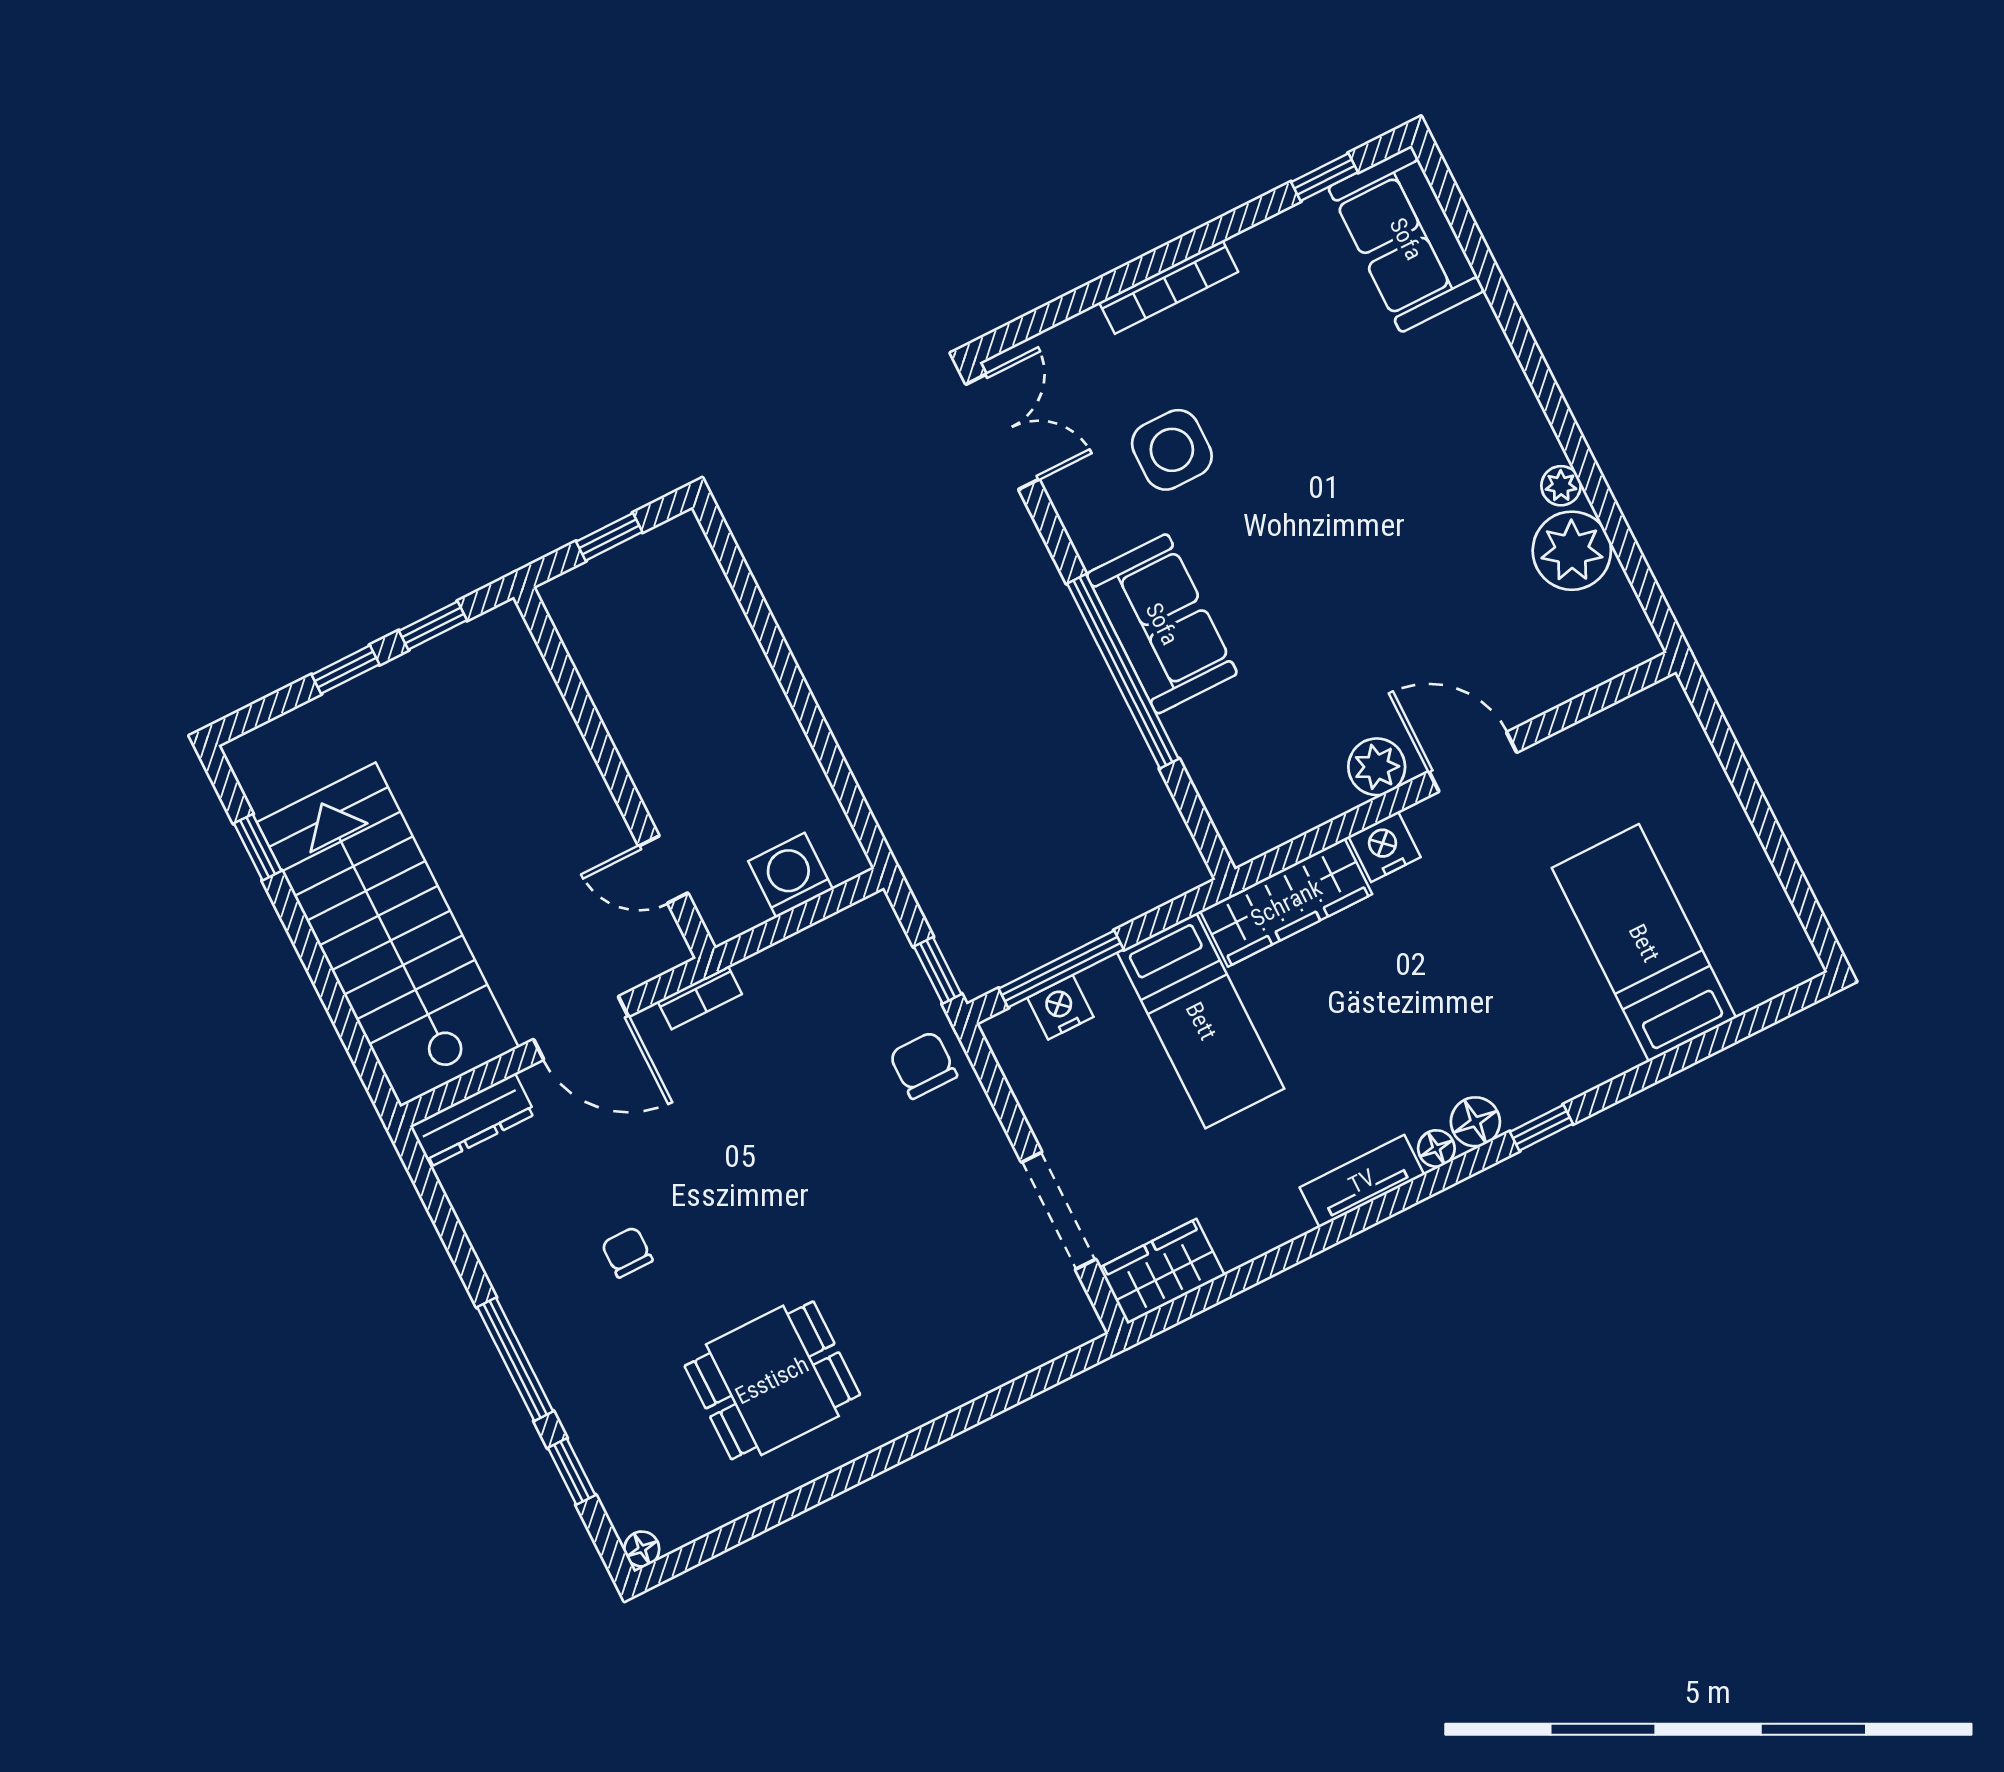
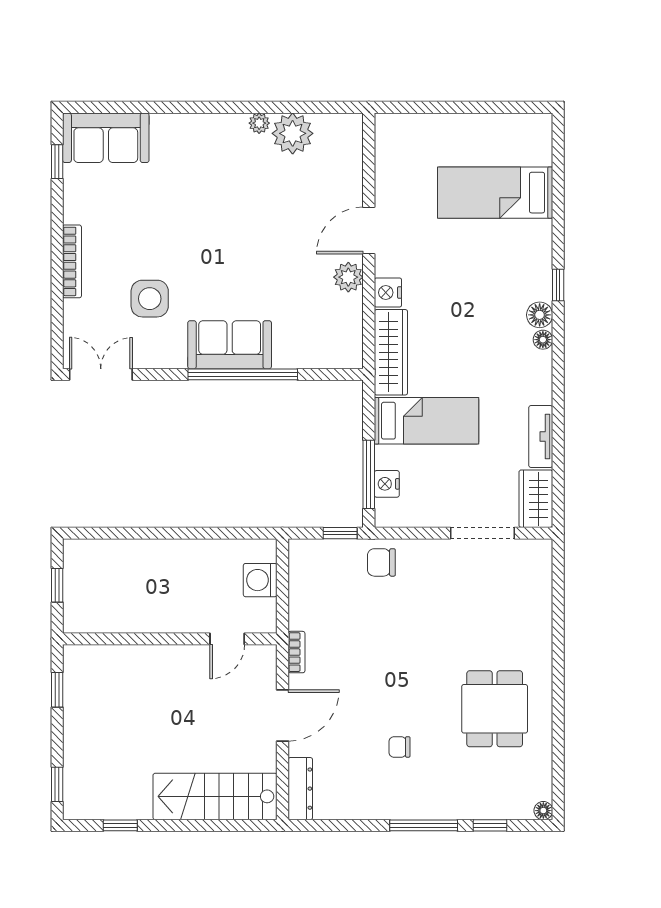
window: (345, 670) -> (57, 784), moved
stairs: (388, 935) -> (215, 796), width x0.73, depth x0.66
tv unit: (1362, 1181) -> (541, 437), moved

